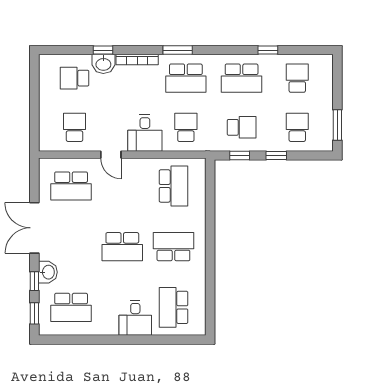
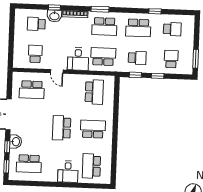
school desk: (297, 78) -> (172, 29), turned 90
school desk: (186, 127) -> (103, 57), width x1.85
school desk: (122, 247) -> (62, 128), turned 90

